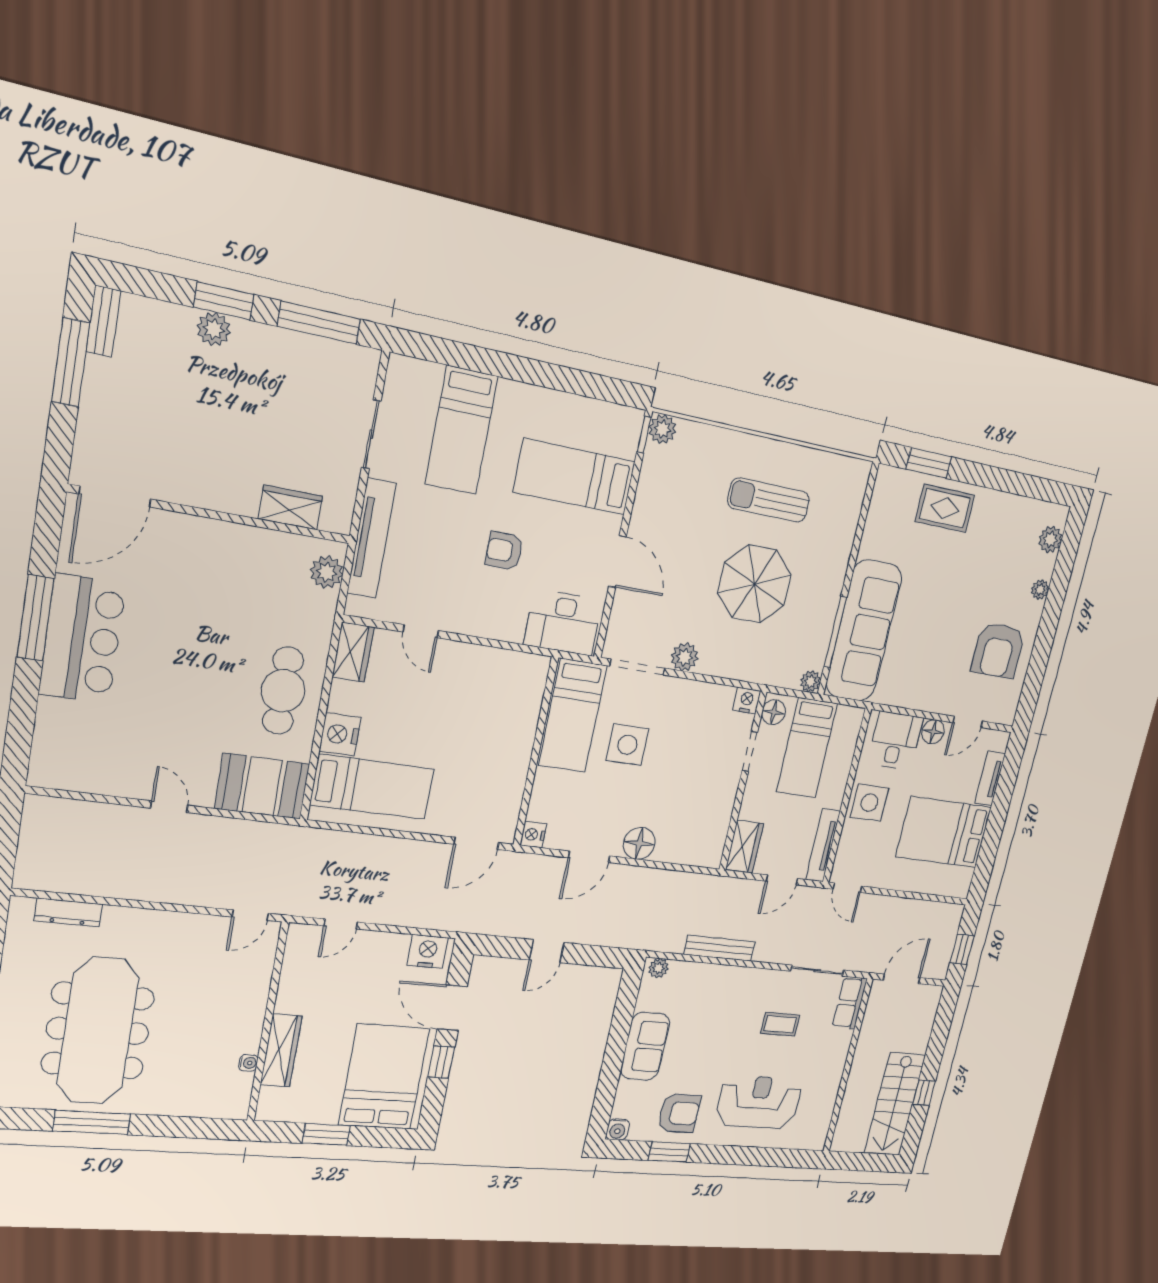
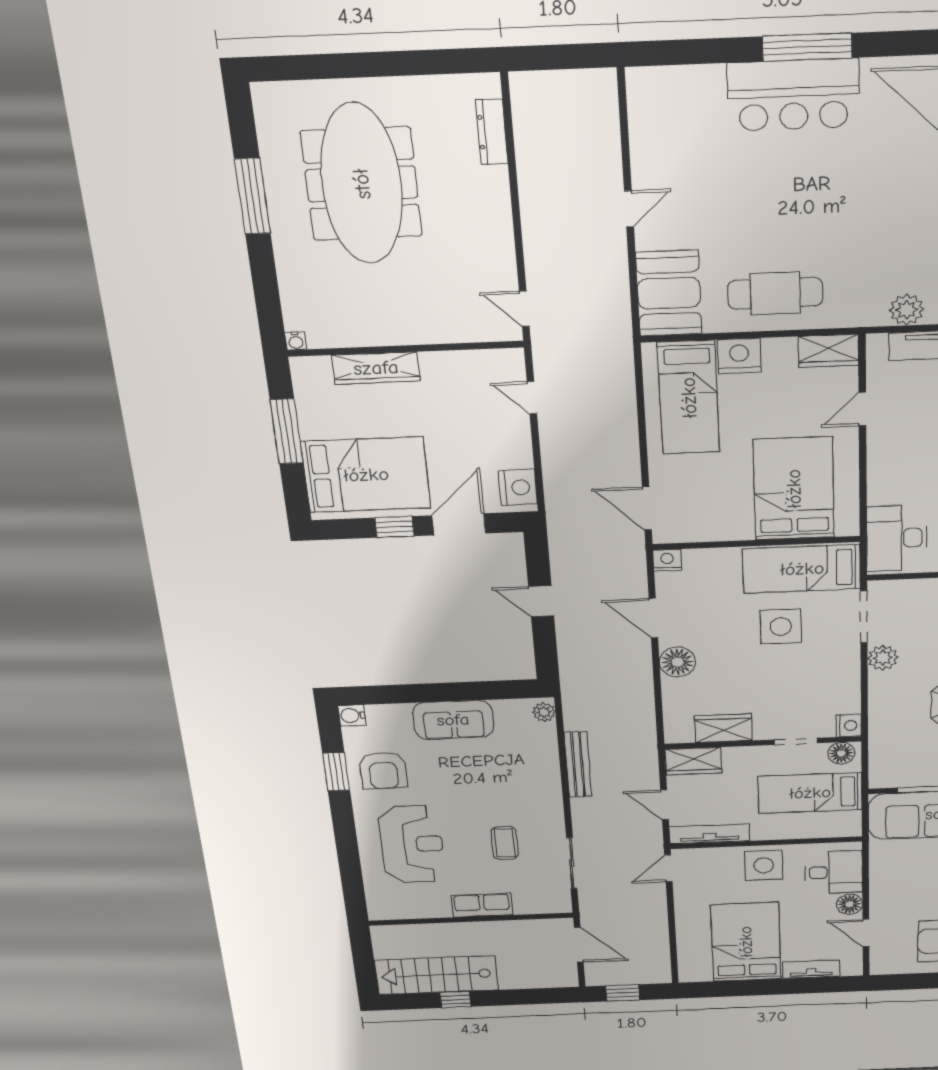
plant: (811, 681) -> (880, 779), removed
bed: (488, 708) -> (794, 489), added
wardrobe: (718, 814) -> (723, 728), added
row of seats: (850, 1003) -> (482, 905), moved
meeting table: (98, 1031) -> (362, 184), turned 90
water cooler: (248, 1063) -> (296, 341), moved
window: (326, 1134) -> (287, 431), width x1.44

